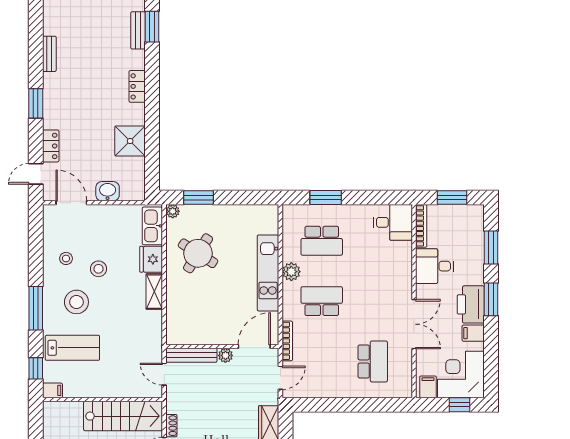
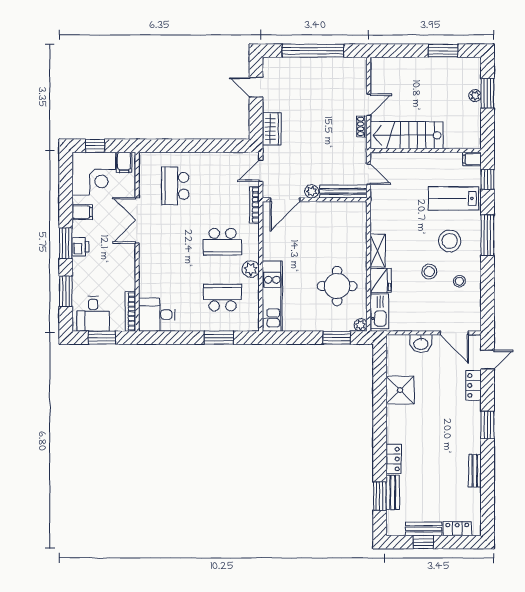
locker: (137, 86) -> (393, 459), moved
round table: (198, 253) -> (337, 286), turned -32
desk: (434, 266) -> (93, 314), moved, turned 90
kitchen unit: (268, 273) -> (272, 296), moved
printer: (471, 304) -> (80, 247), width x0.53, depth x0.68

